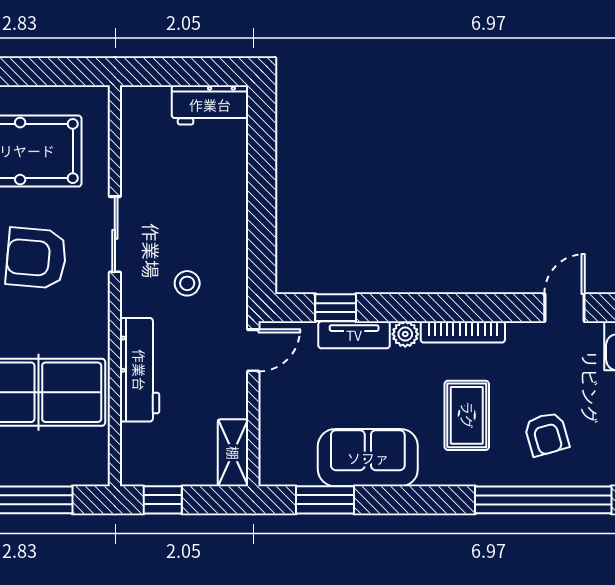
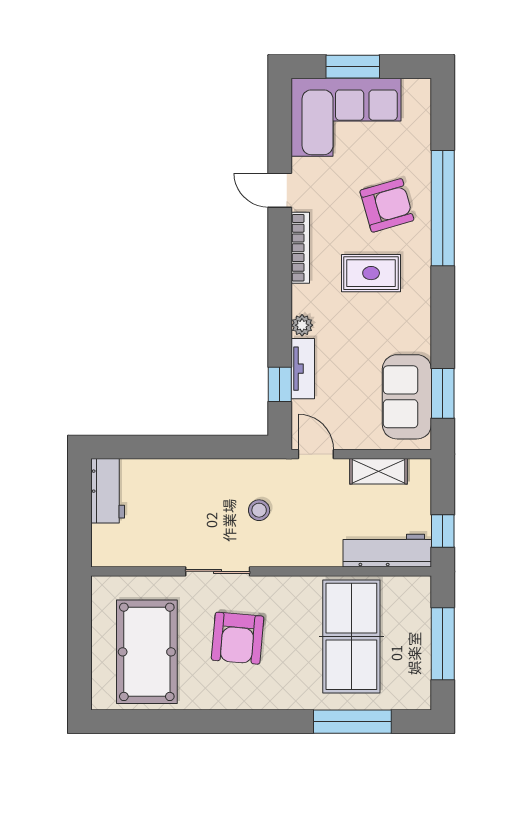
bookcase: (463, 332) -> (300, 248), moved
workbench: (139, 370) -> (387, 551), moved
armchair: (547, 434) -> (387, 205), width x1.38, depth x1.38
shelving: (233, 453) -> (379, 471), moved
sofa: (368, 458) -> (407, 397), moved

